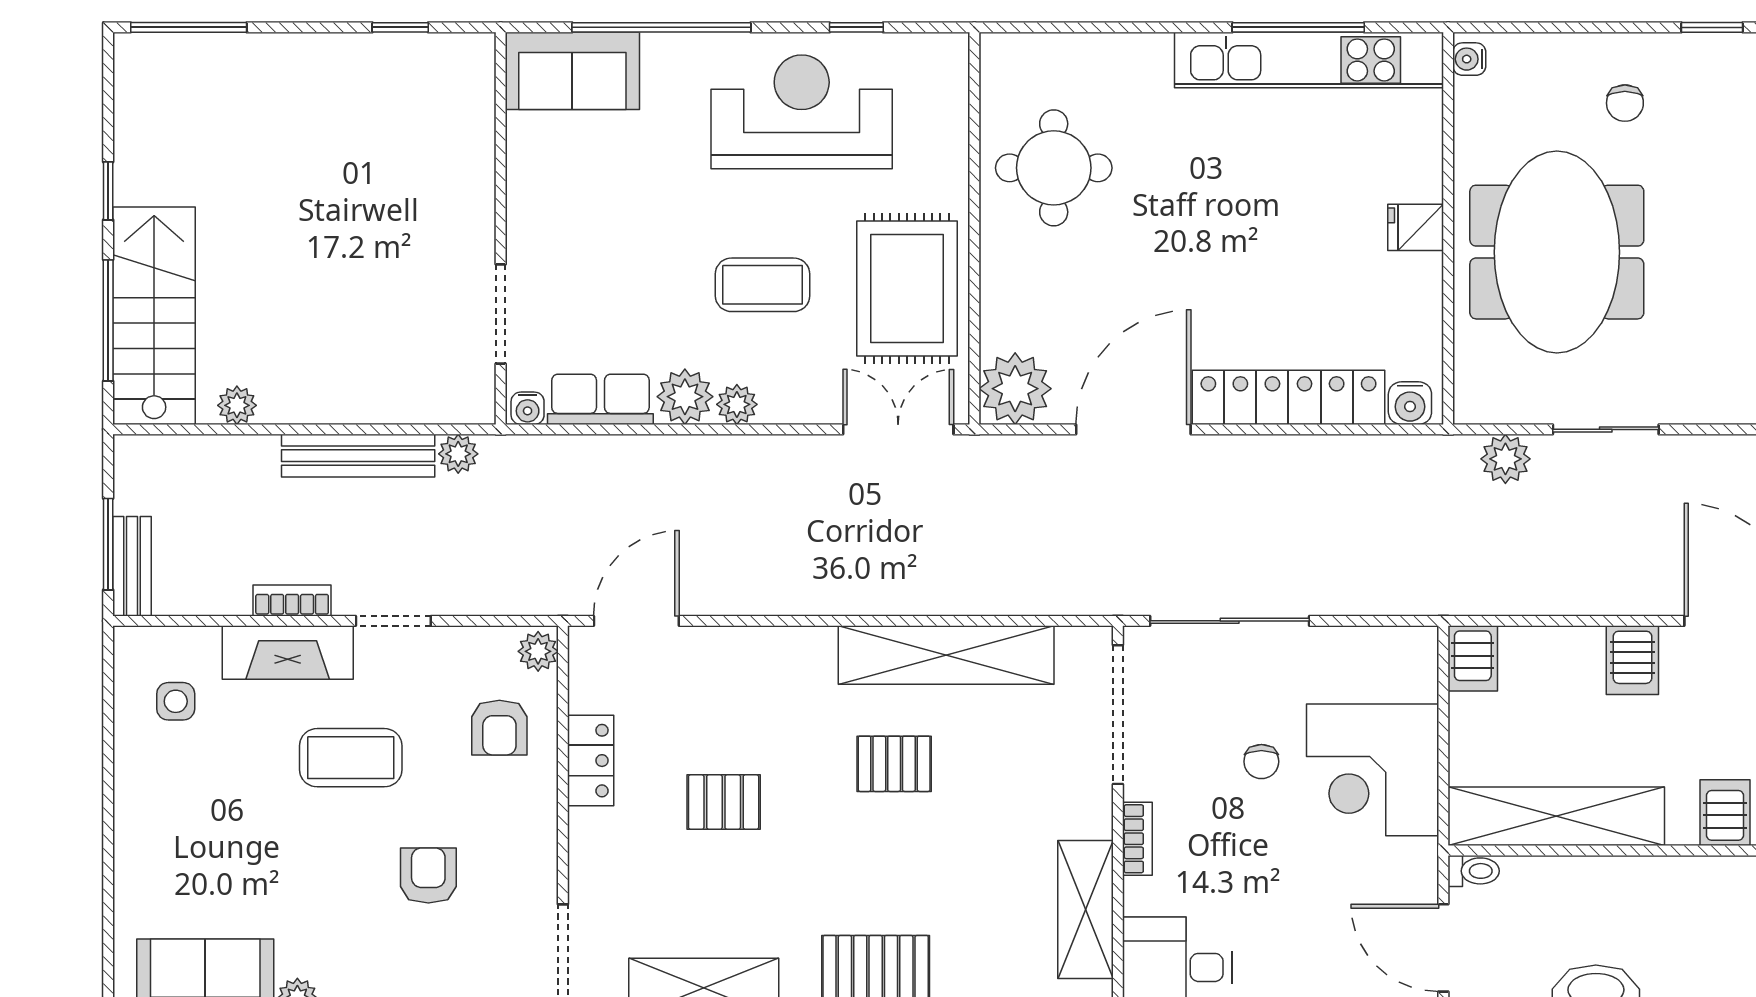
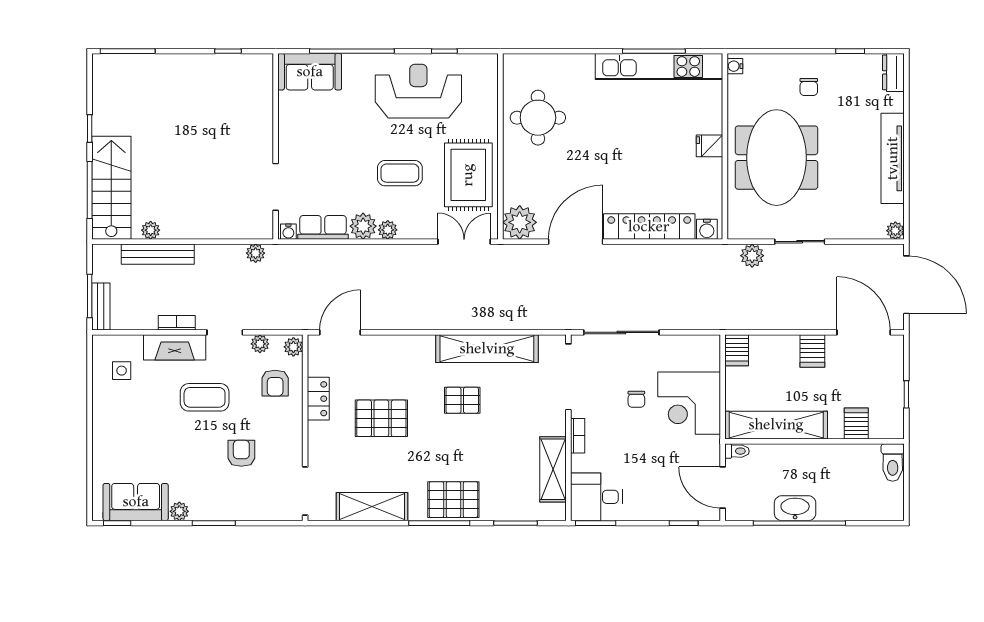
bench: (358, 456) -> (158, 254), moved
plant: (467, 645) -> (260, 344), added
pallet: (724, 802) -> (381, 418), width x1.50, depth x1.42

